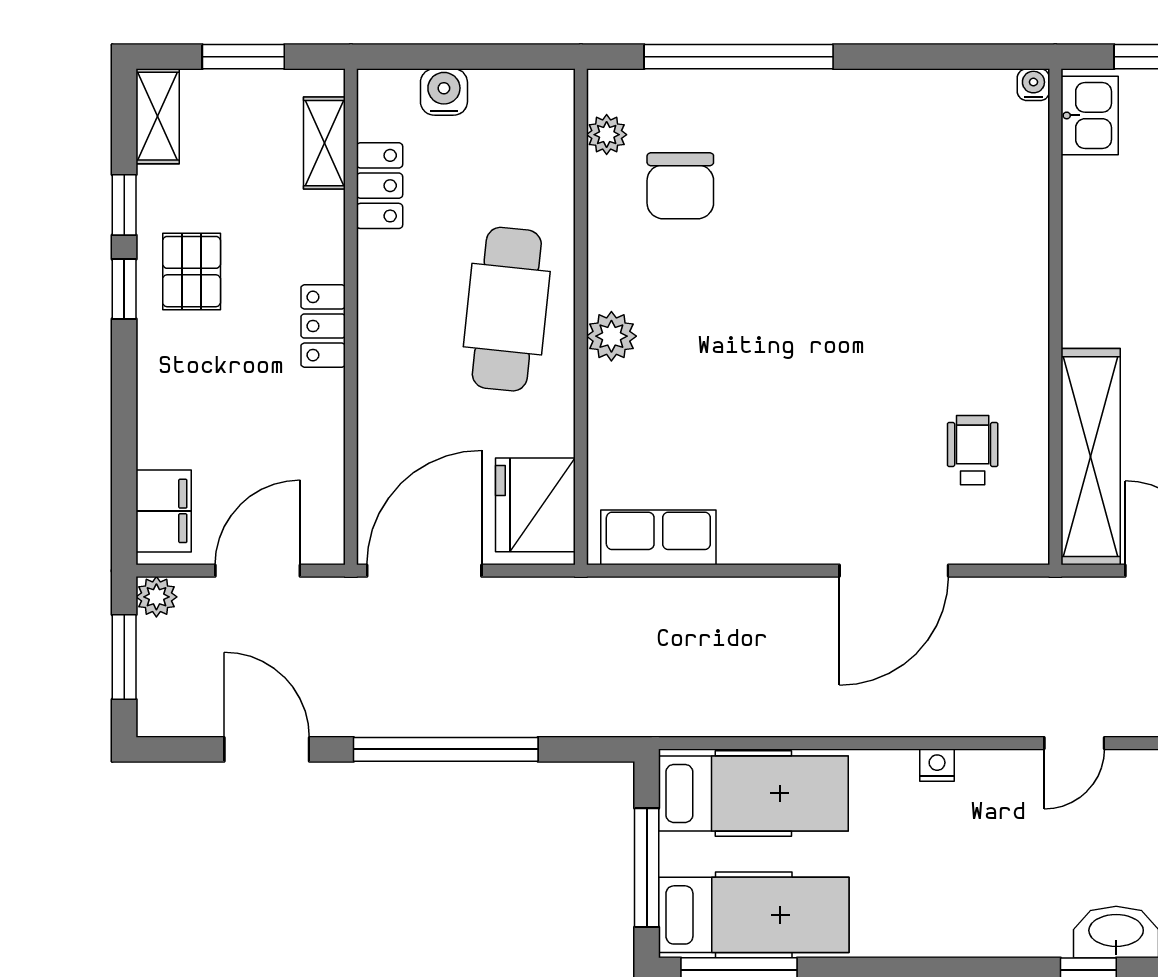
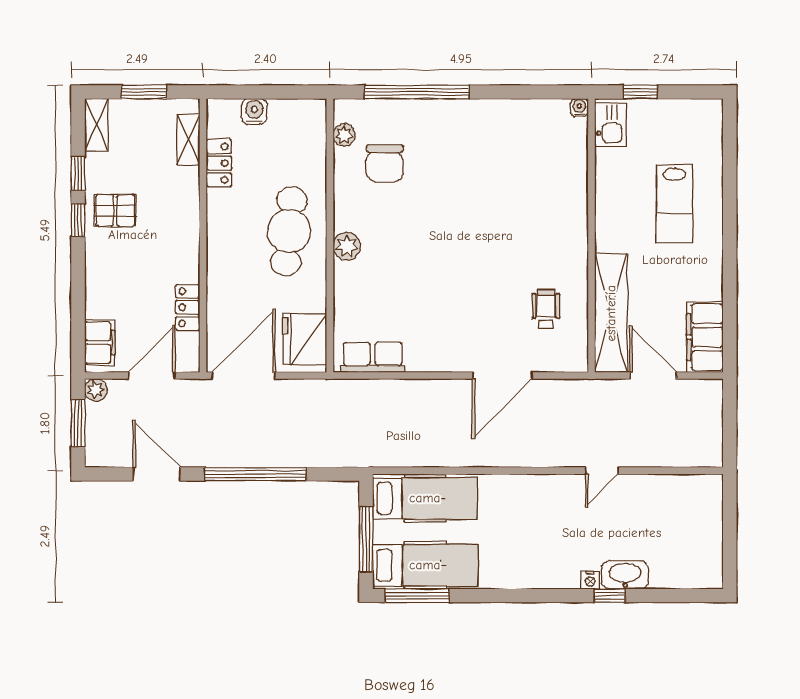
pallet: (192, 272) -> (115, 211), turned 90
locker: (323, 326) -> (188, 307), moved
nightstand: (937, 765) -> (590, 580), moved, turned 180

